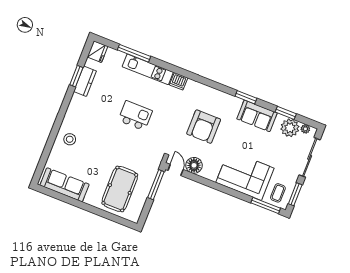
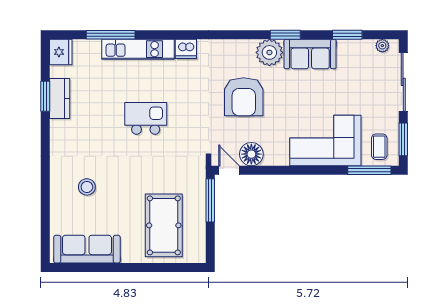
plant: (290, 128) -> (269, 52), moved
stool: (70, 139) -> (87, 187), moved

